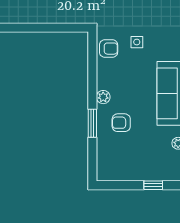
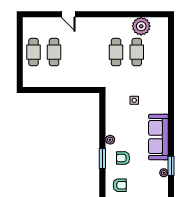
armchair: (109, 49) -> (120, 185), moved

